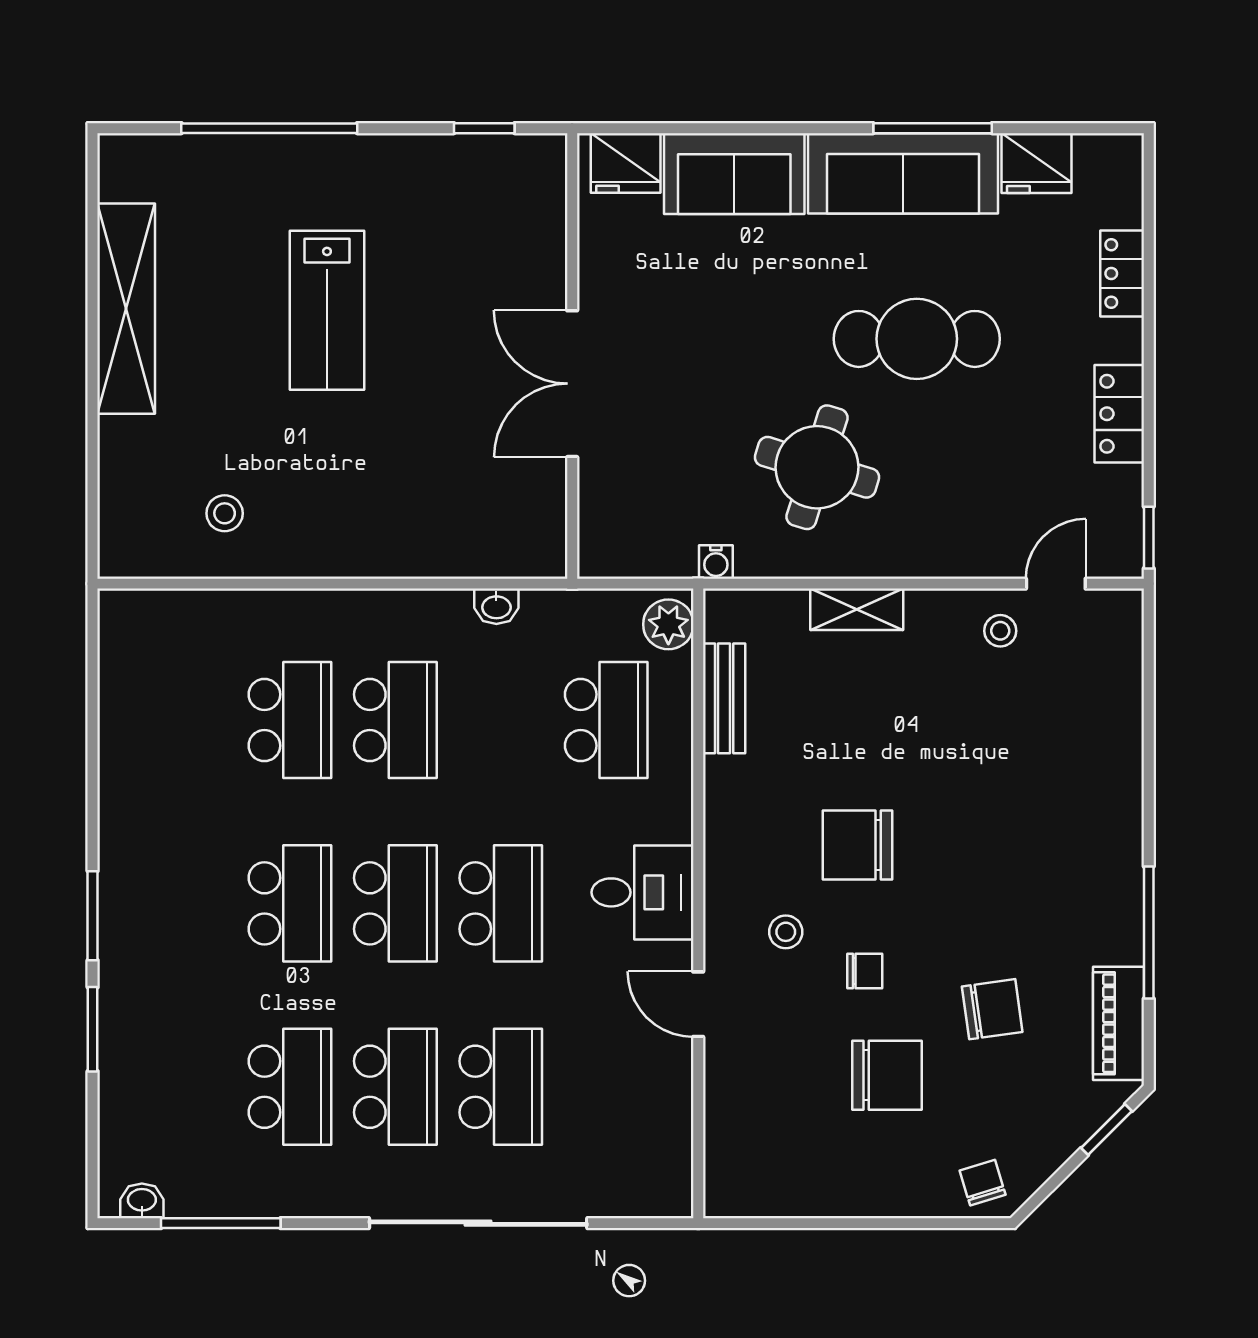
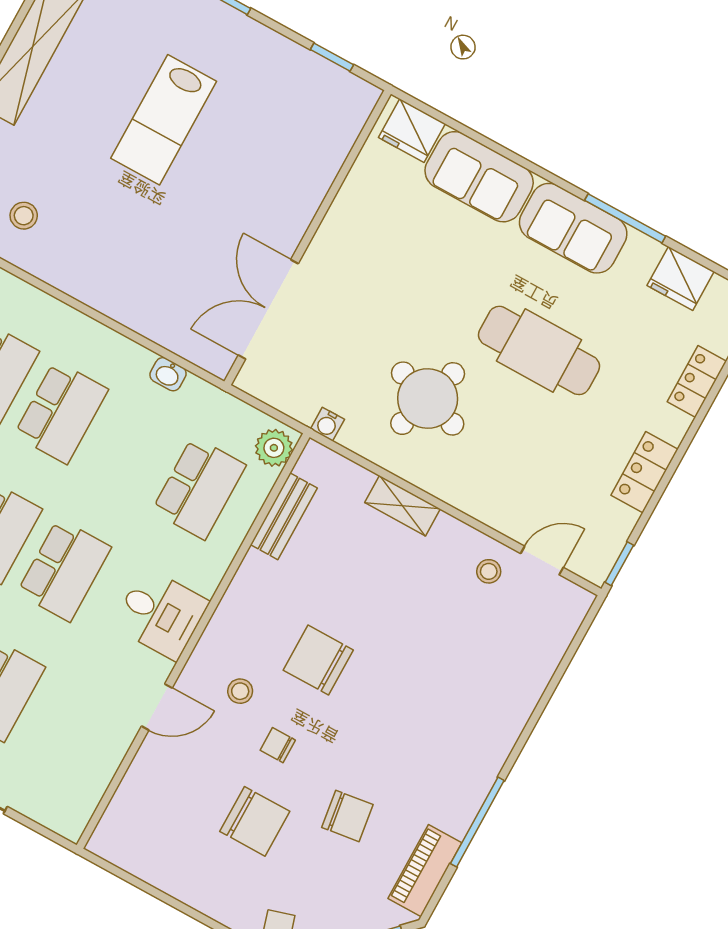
sofa: (903, 173) -> (573, 228), width x0.73
double door: (572, 384) -> (268, 309), moved
chair: (865, 971) -> (278, 745), turned 180
door: (698, 1004) -> (157, 707), swing flipped

